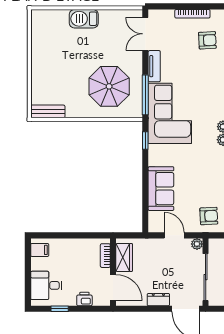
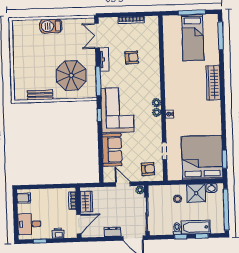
armchair: (207, 40) -> (132, 57), moved
bench: (48, 111) -> (40, 95), moved
corner sofa: (170, 113) -> (117, 110), moved
door: (113, 288) -> (79, 224), hinge flipped

